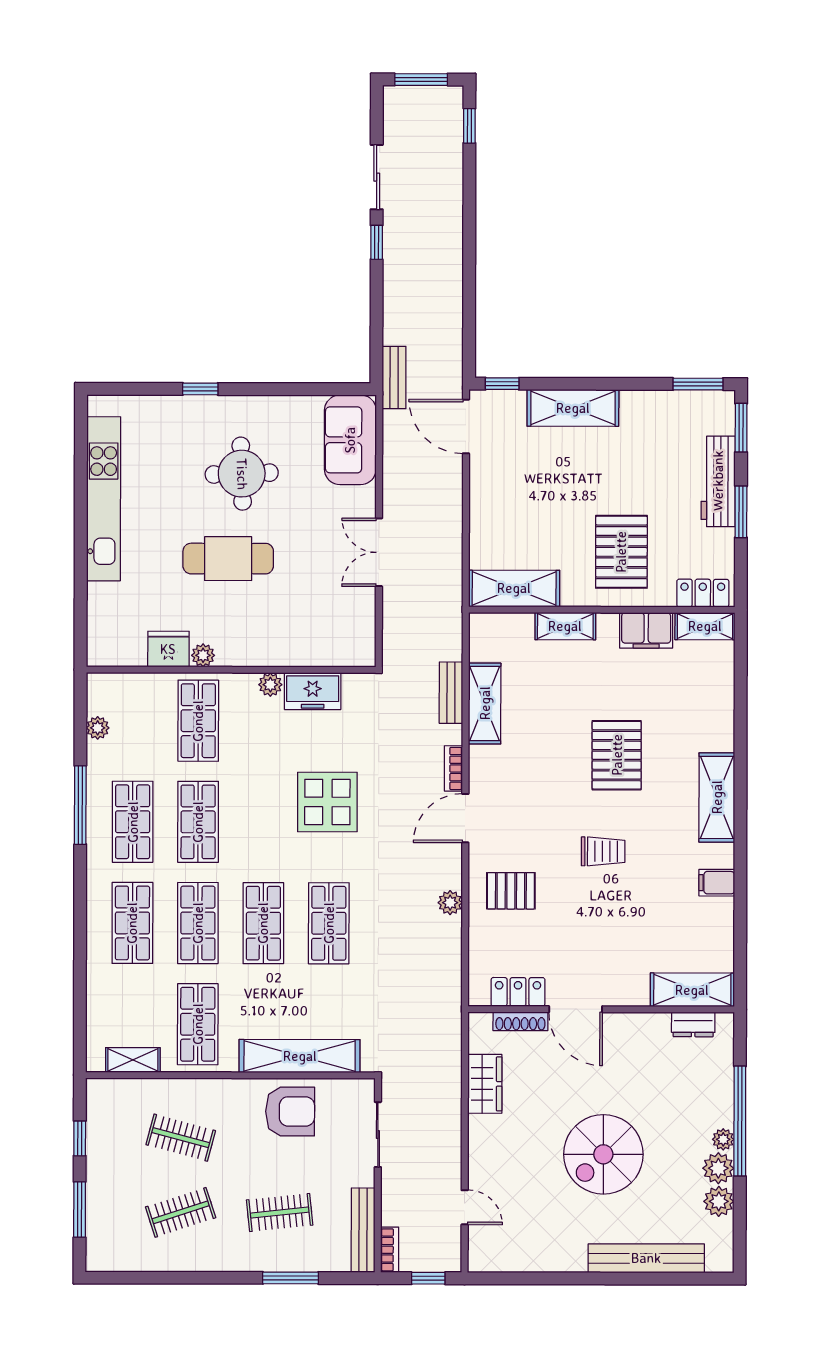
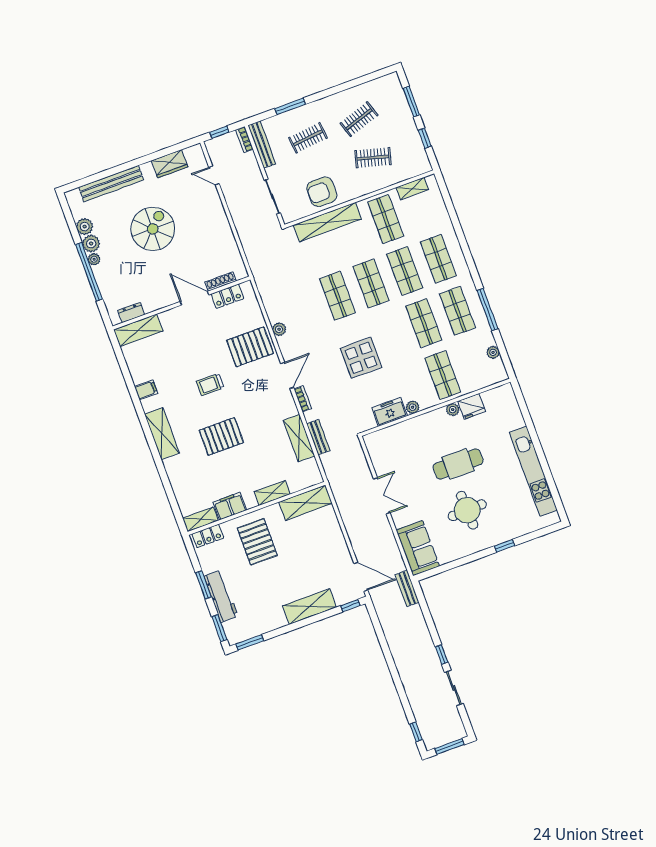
pallet: (617, 755) -> (221, 436), turned 90
pallet: (511, 891) -> (250, 347), width x1.50, depth x1.42
wardrobe: (485, 1084) -> (170, 164), moved, turned -90

